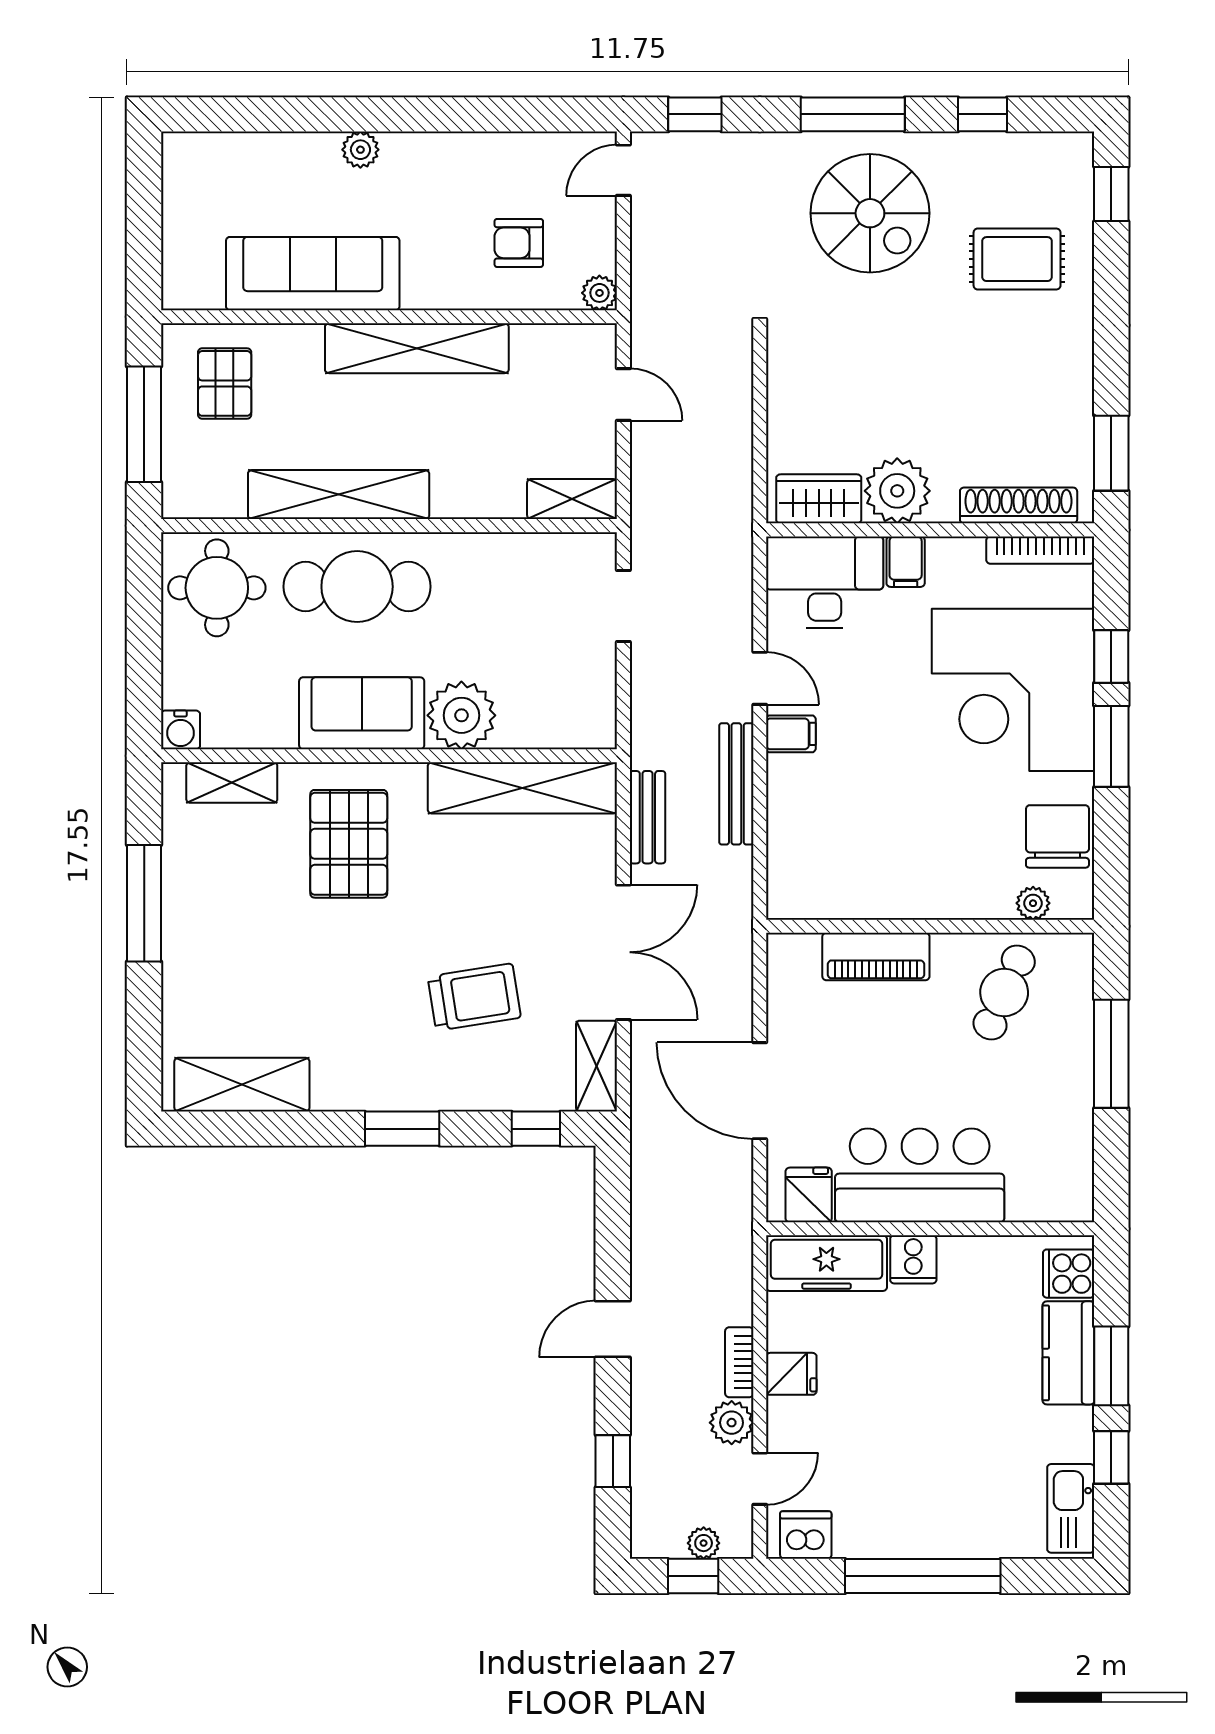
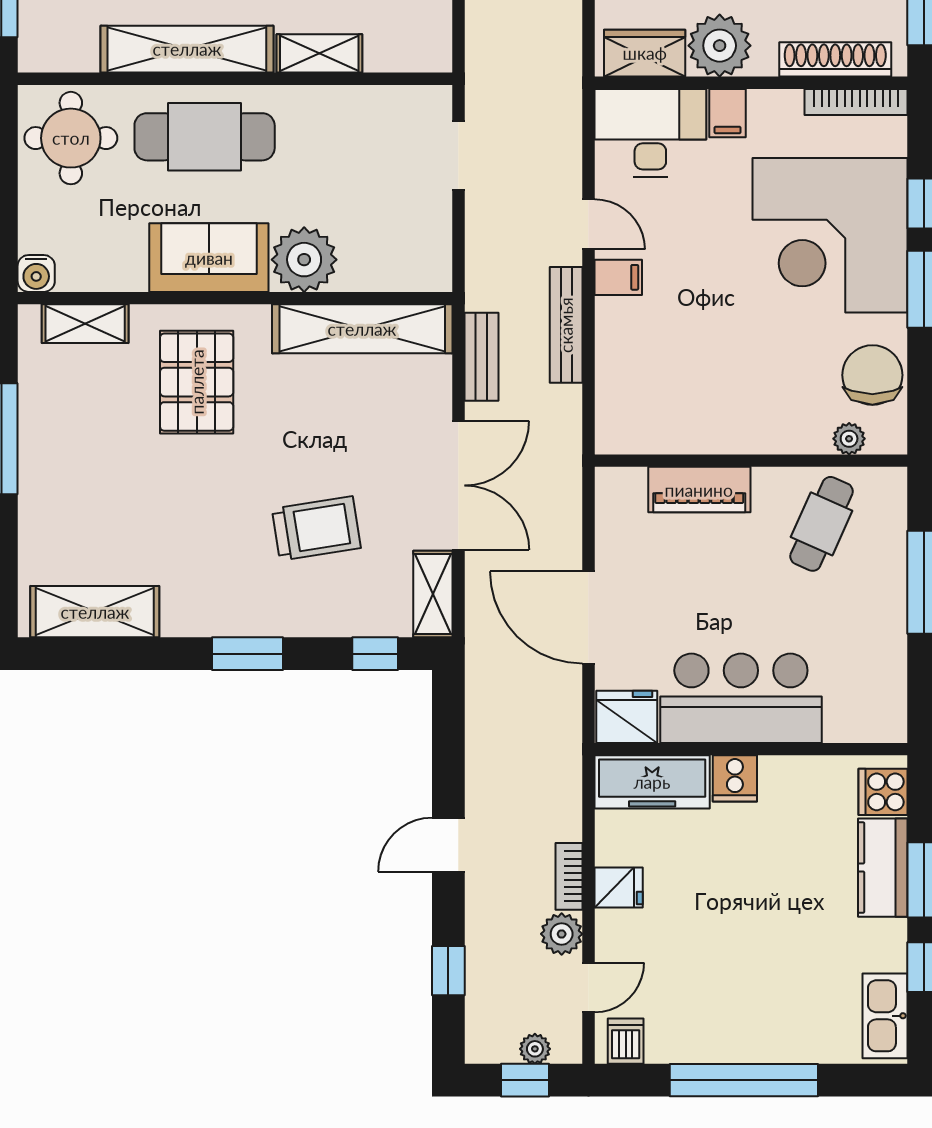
shelving: (572, 499) -> (319, 53), moved
fridge: (809, 1195) -> (627, 717), width x1.38
dishwasher: (806, 1535) -> (626, 1041), width x0.73

